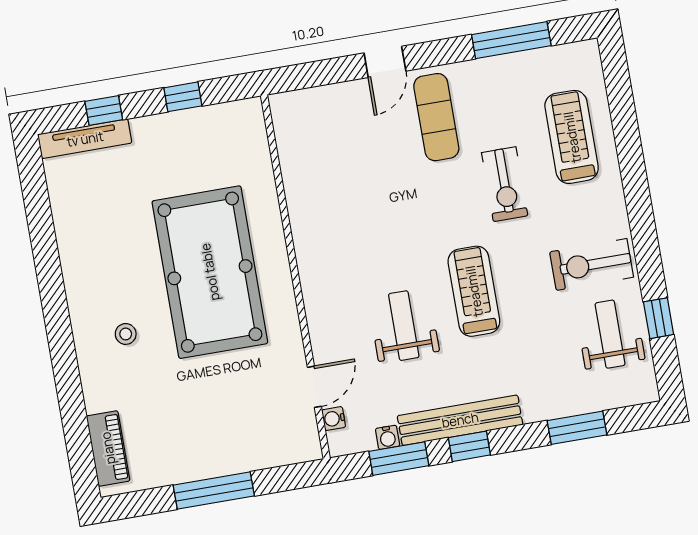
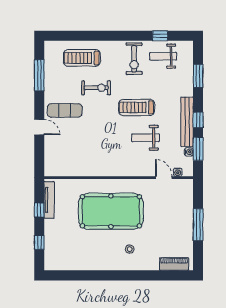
tv unit: (85, 139) -> (49, 200), moved

